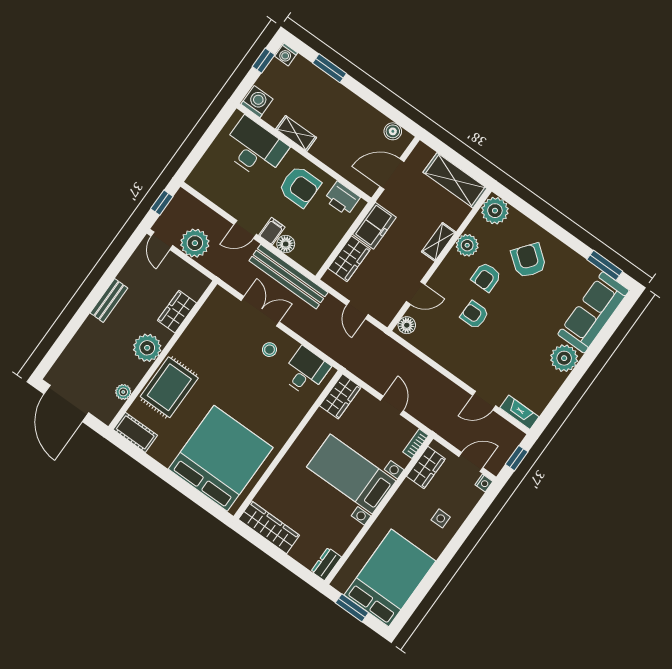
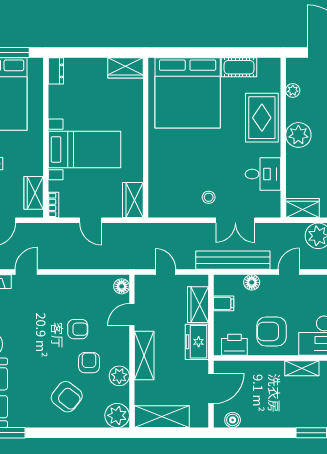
filing cabinet: (272, 231) -> (224, 303), moved, turned -90
shelving: (439, 242) -> (144, 355), width x1.50, depth x1.33
wardrobe: (177, 312) -> (303, 208), moved, turned -90
desk: (305, 371) -> (263, 174), moved, turned -90
cot: (135, 432) -> (239, 67), moved
wardrobe: (269, 527) -> (125, 68), width x0.67

